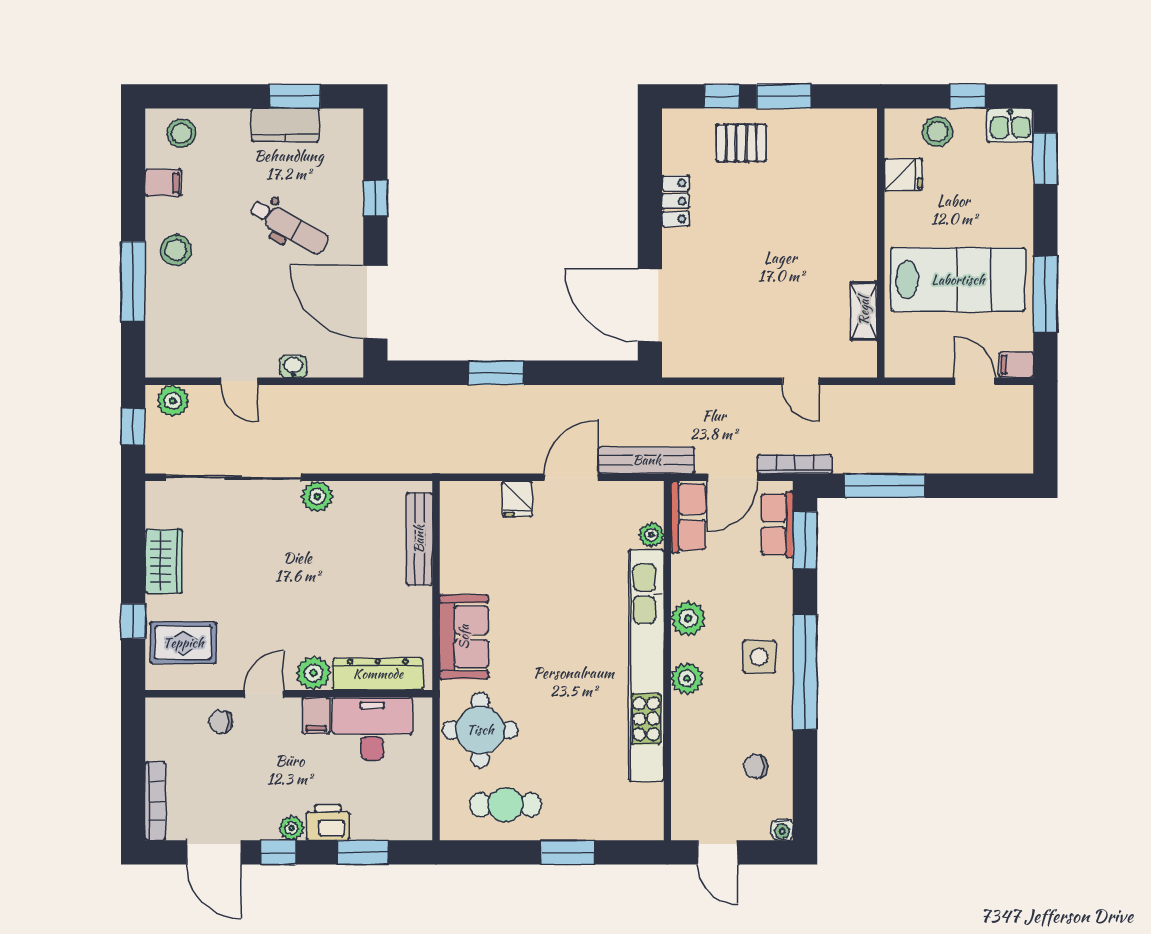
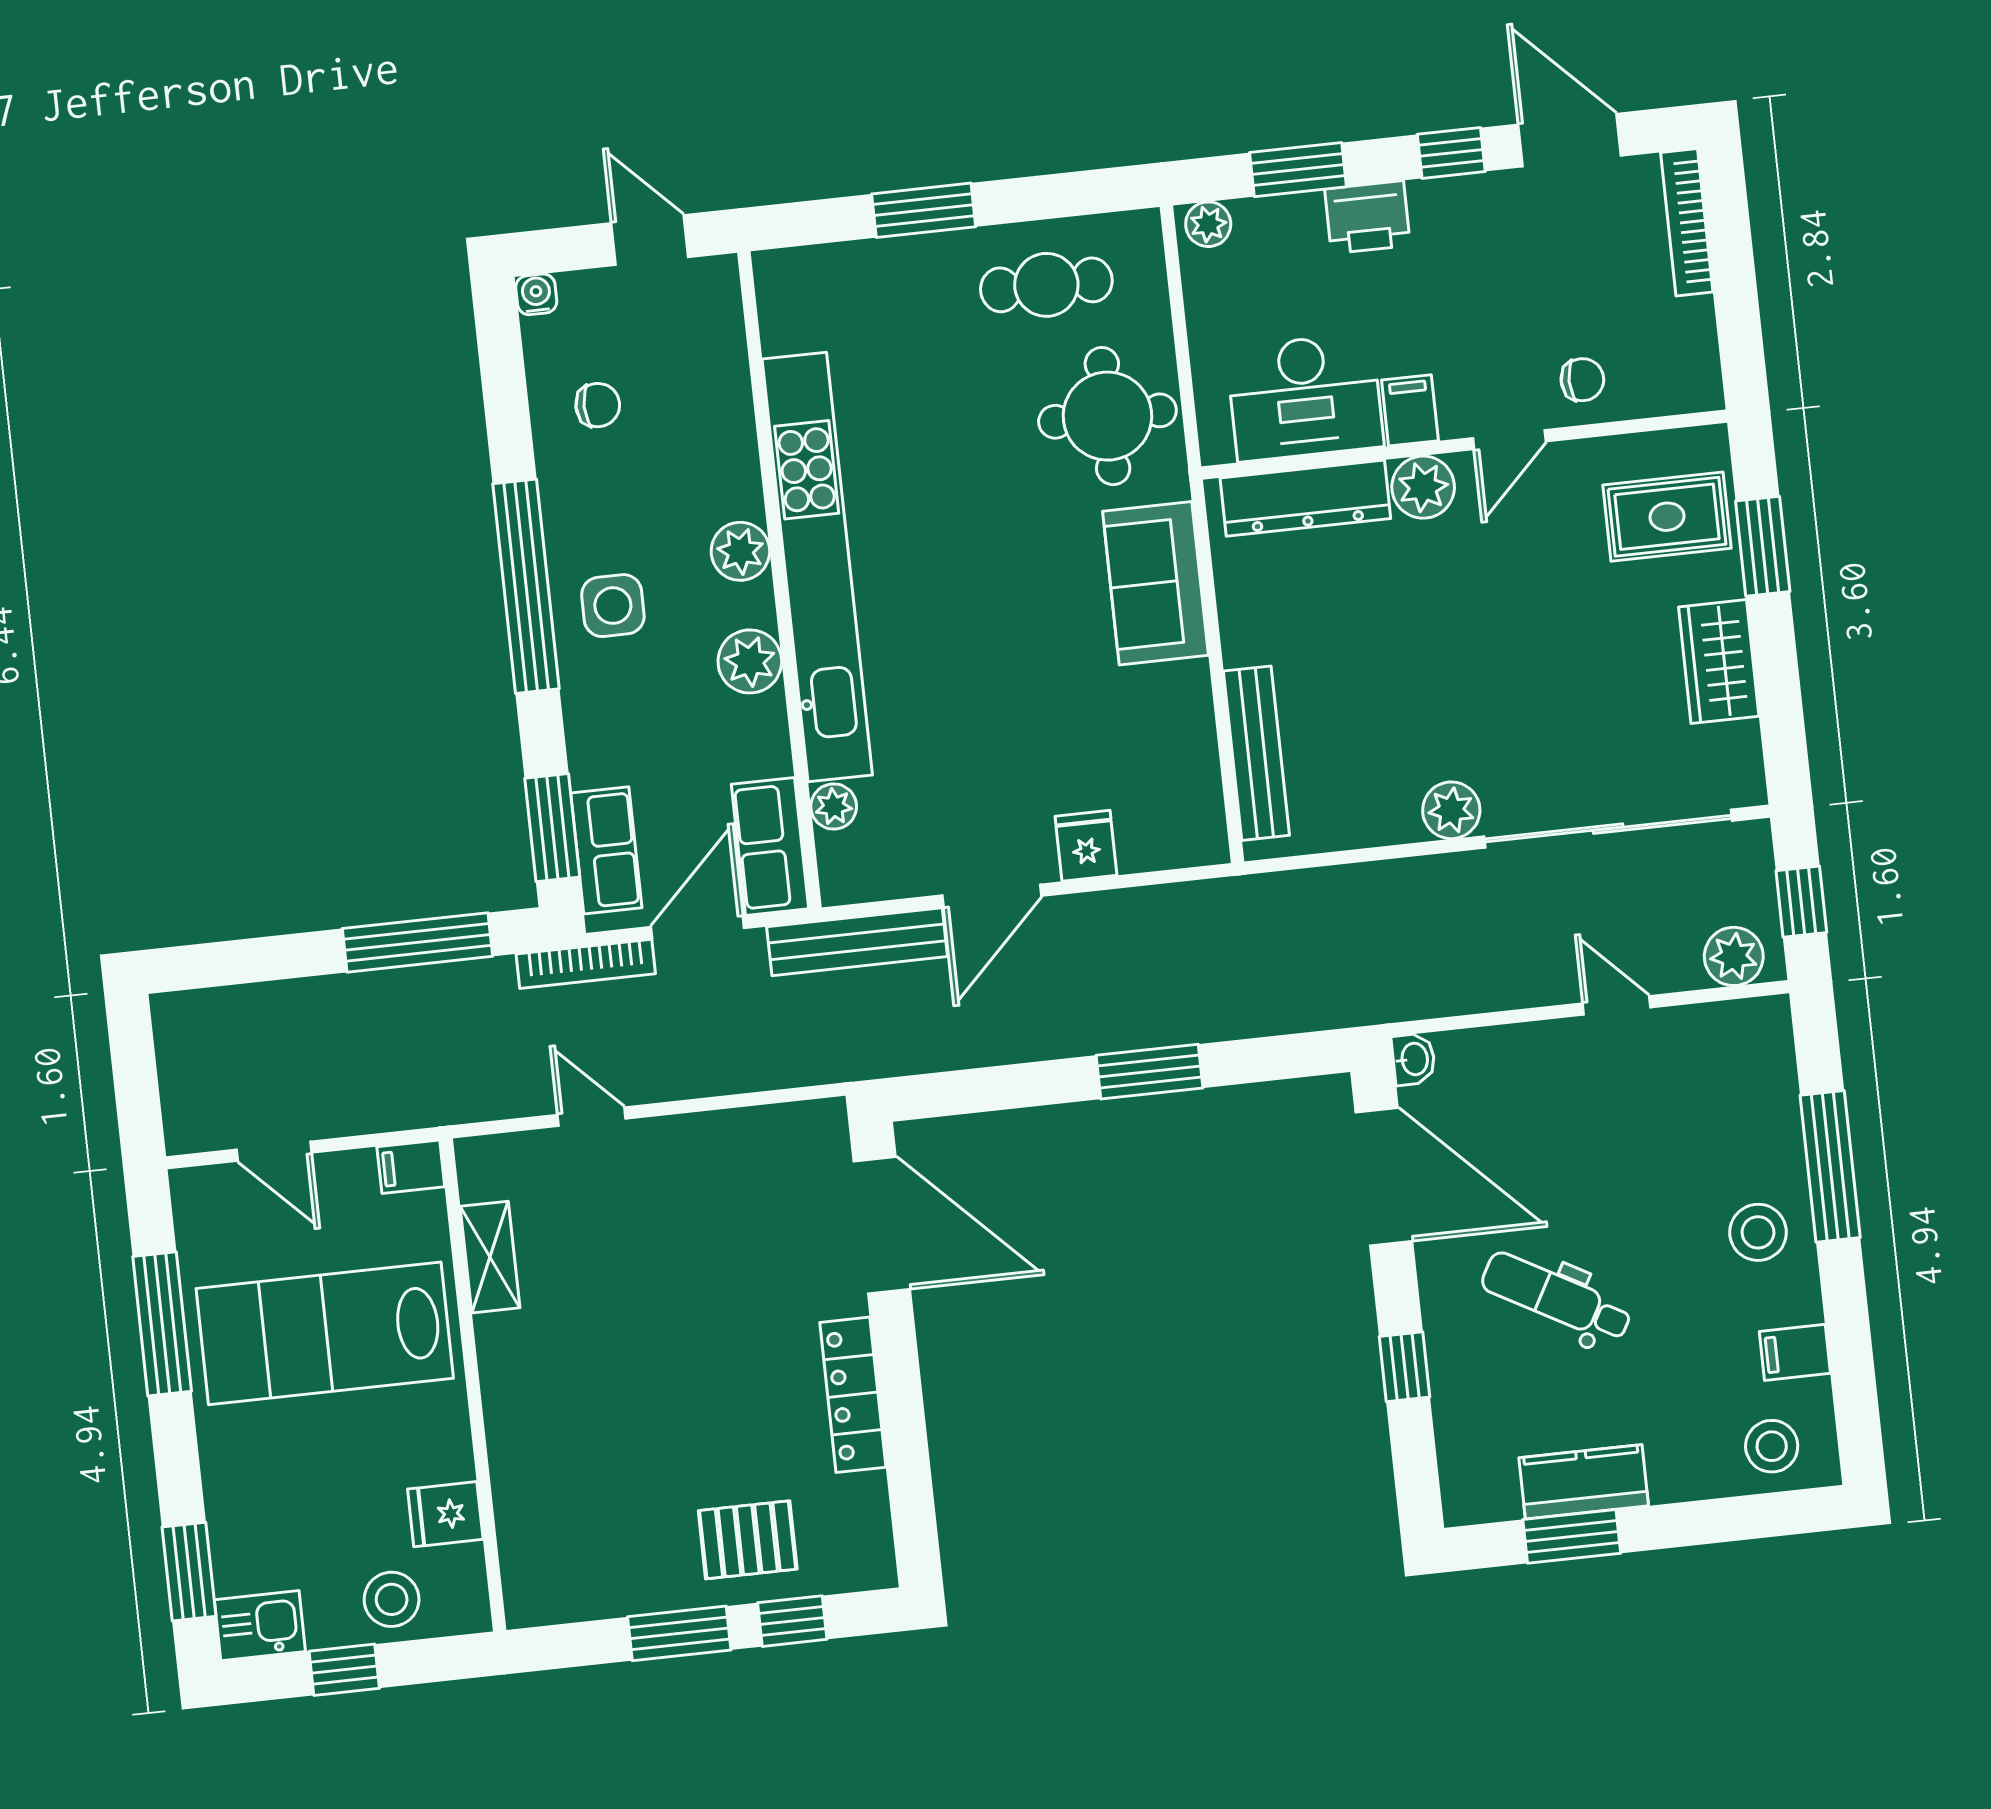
locker: (676, 201) -> (853, 1395), width x1.53
filing cabinet: (1016, 365) -> (411, 1167), moved, turned 180
washbasin: (293, 367) -> (1414, 1059), moved, turned -90
window: (133, 621) -> (1763, 546), width x1.50
plant: (291, 828) -> (1208, 224), moved

